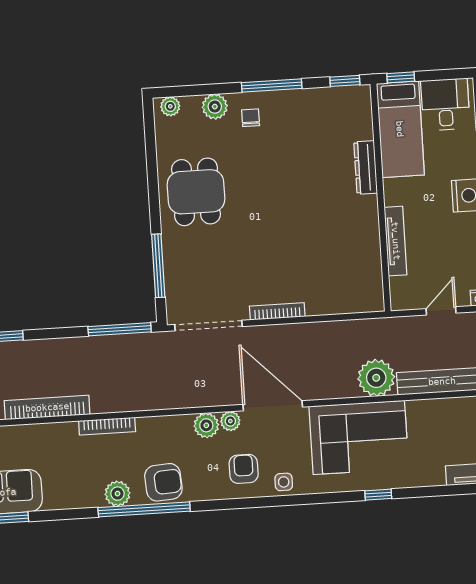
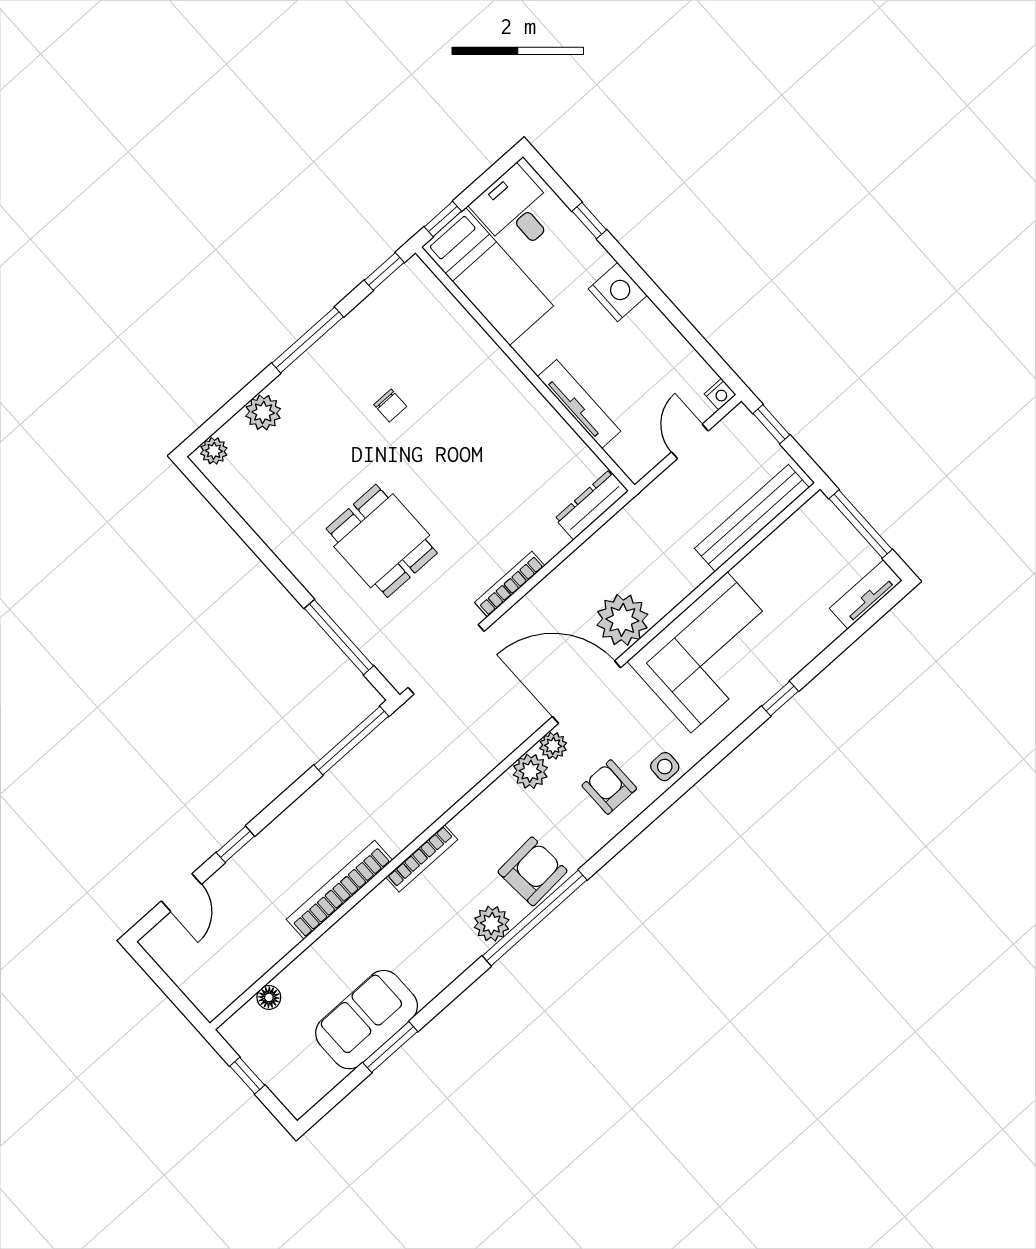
chair: (251, 118) -> (390, 406), moved, turned 180
dresser: (366, 167) -> (592, 505), moved, turned 90
dining table: (196, 192) -> (382, 541), moved
plant: (376, 378) -> (622, 620), moved

